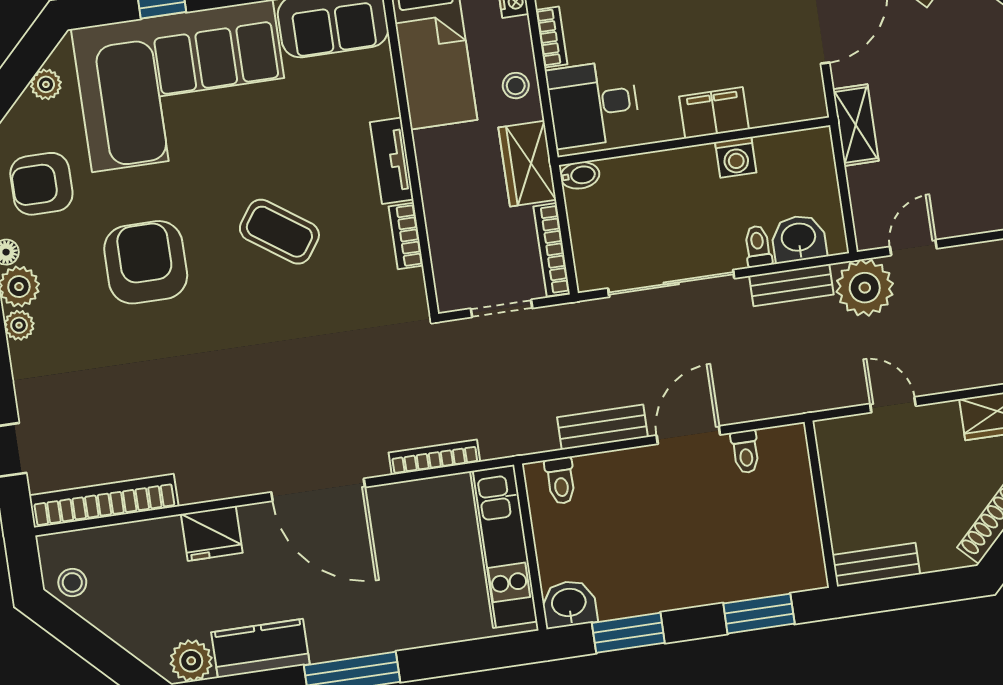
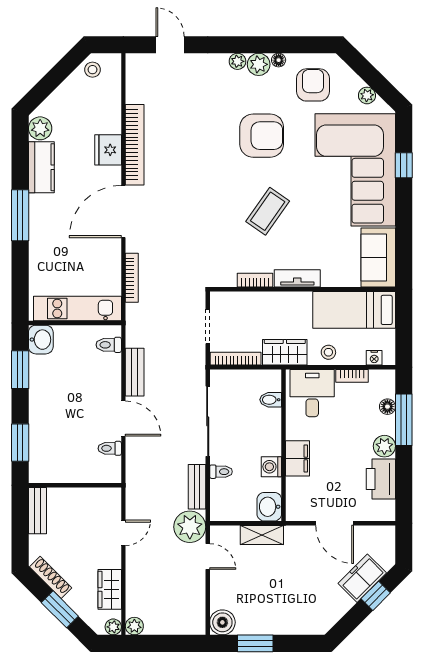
shelving: (856, 125) -> (262, 535), moved
bidet: (580, 175) -> (271, 400), moved, turned 90
washbasin: (799, 238) -> (269, 507), moved, turned 180
bookcase: (104, 501) -> (135, 145), moved

